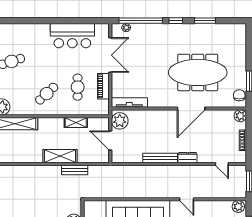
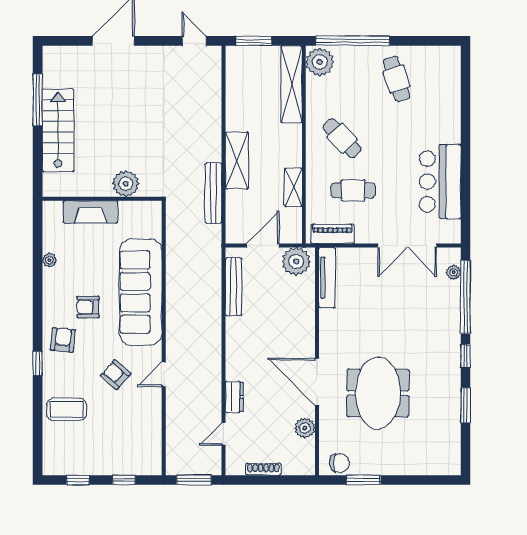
meeting table: (198, 72) -> (378, 393), width x0.73
piano: (103, 86) -> (333, 234), moved
plant: (240, 116) -> (305, 428), moved
bench: (160, 158) -> (234, 287), moved
dresser: (188, 158) -> (234, 397), moved
bench: (75, 170) -> (213, 193), width x1.36
plant: (238, 207) -> (152, 462), removed

